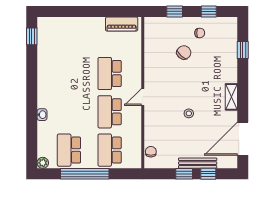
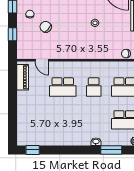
door: (143, 97) -> (42, 60), moved
school desk: (110, 112) -> (94, 87), width x0.54
window: (32, 133) -> (111, 150), added

